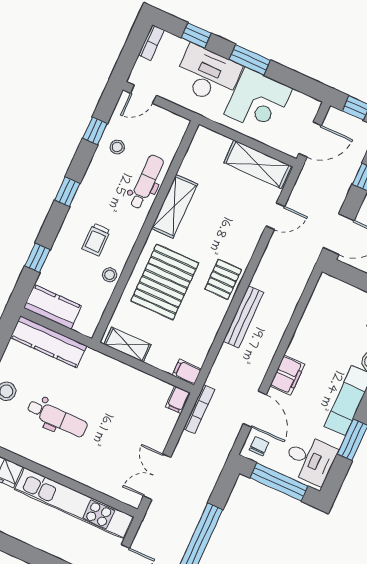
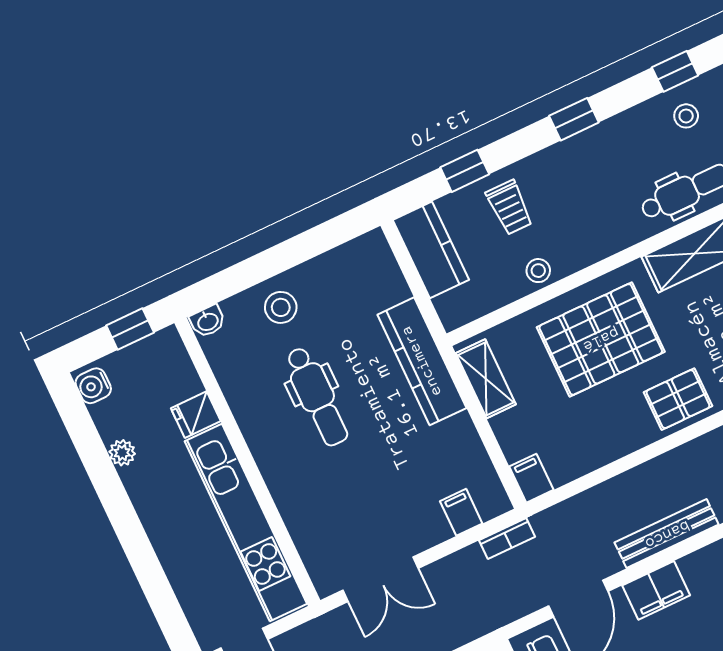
trolley: (96, 240) -> (509, 208), moved, turned -90
bench: (243, 317) -> (667, 534), moved
kitchen counter: (49, 342) -> (422, 361), moved
filing cabinet: (178, 400) -> (461, 512), moved, turned 90
bookcase: (199, 409) -> (507, 539), width x0.64
double door: (157, 477) -> (380, 579), swing flipped

